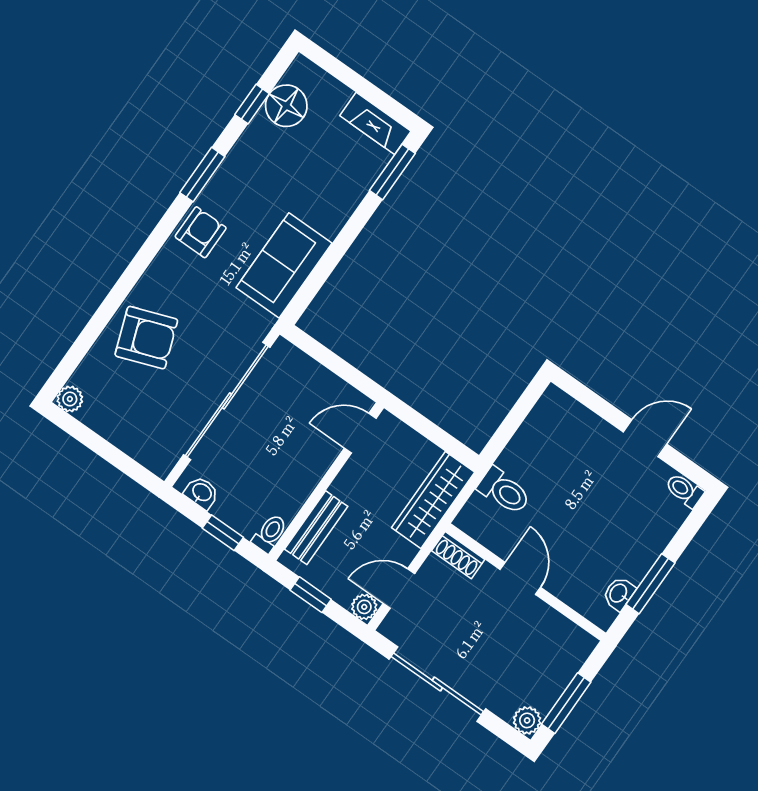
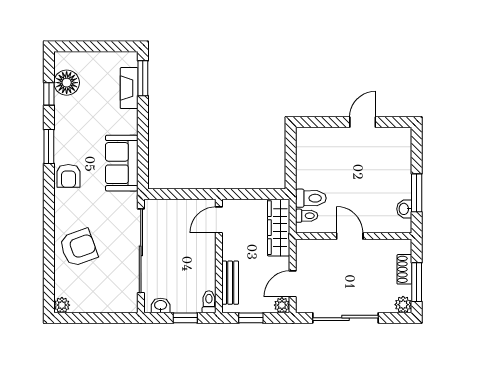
fireplace: (375, 123) -> (129, 88), moved, turned 90
armchair: (201, 232) -> (68, 176), turned 180
toilet: (684, 490) -> (307, 216), moved, turned 180
shoe rack: (458, 555) -> (404, 269), moved, turned 90

